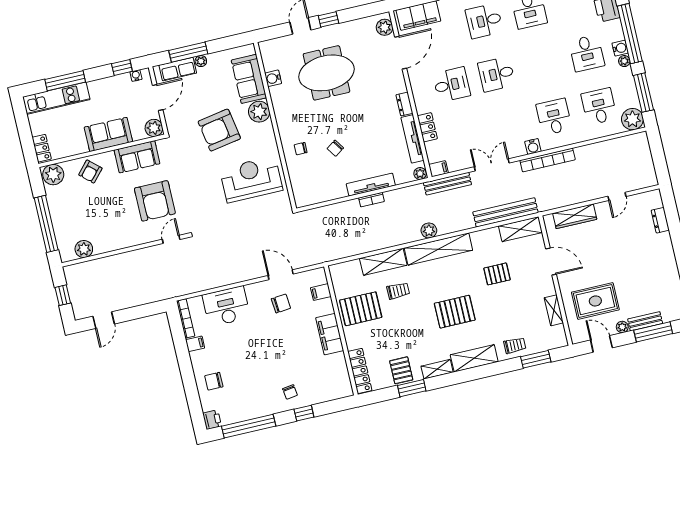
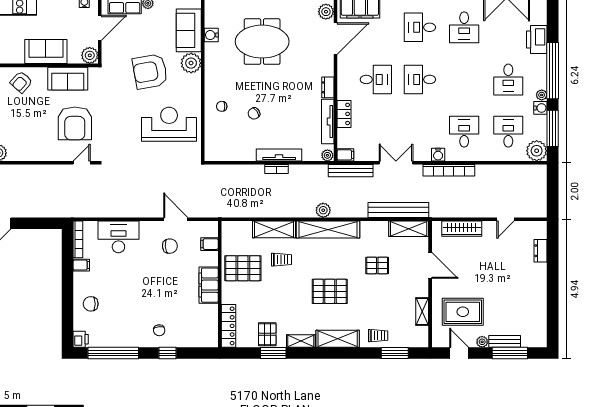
water cooler: (620, 48) -> (540, 108), moved

